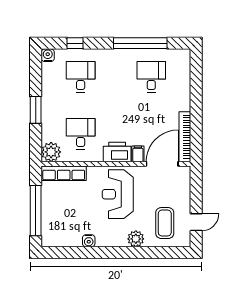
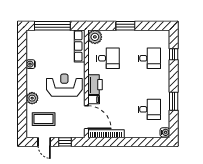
window: (140, 43) -> (174, 101), width x0.47
water cooler: (48, 55) -> (165, 132), moved
window: (196, 193) -> (65, 142), added

